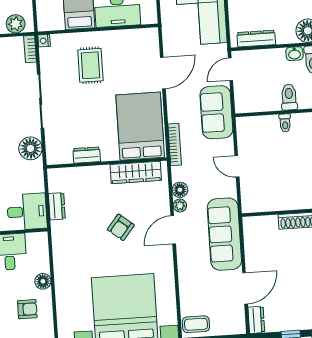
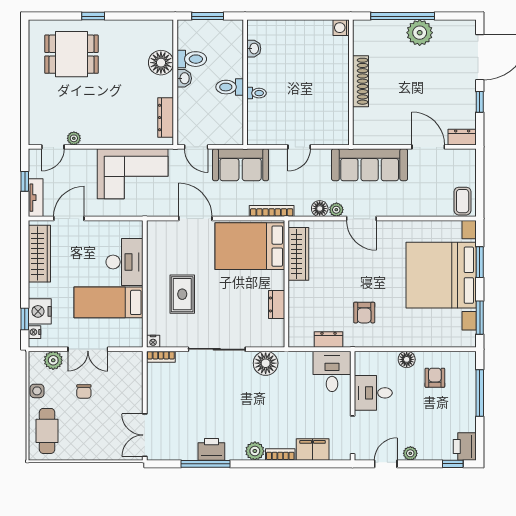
plant: (16, 24) -> (133, 370), removed
rug: (90, 65) -> (182, 294), turned 90
armchair: (121, 227) -> (364, 313), moved, turned 51

